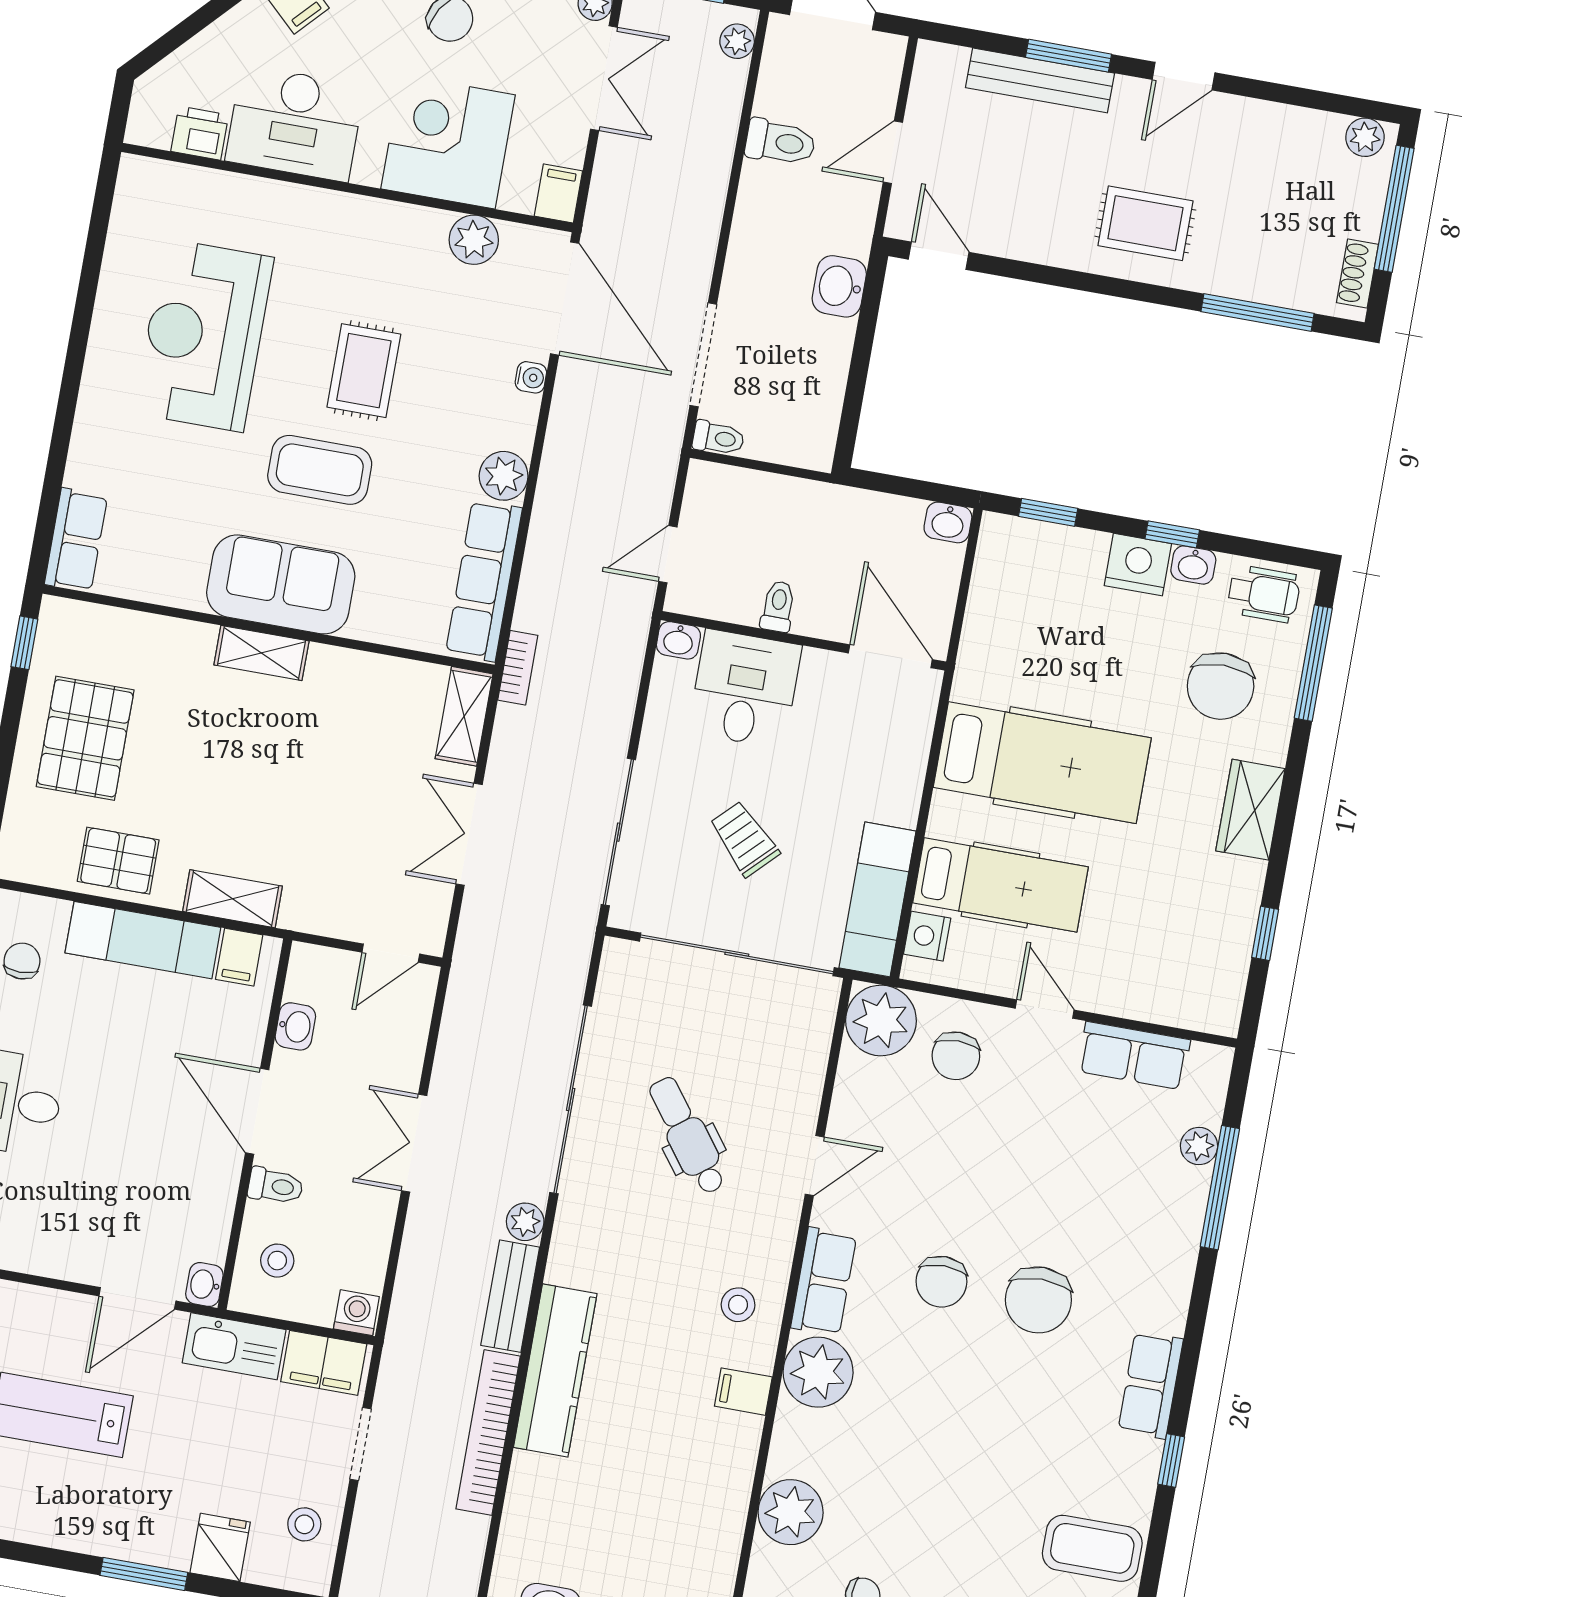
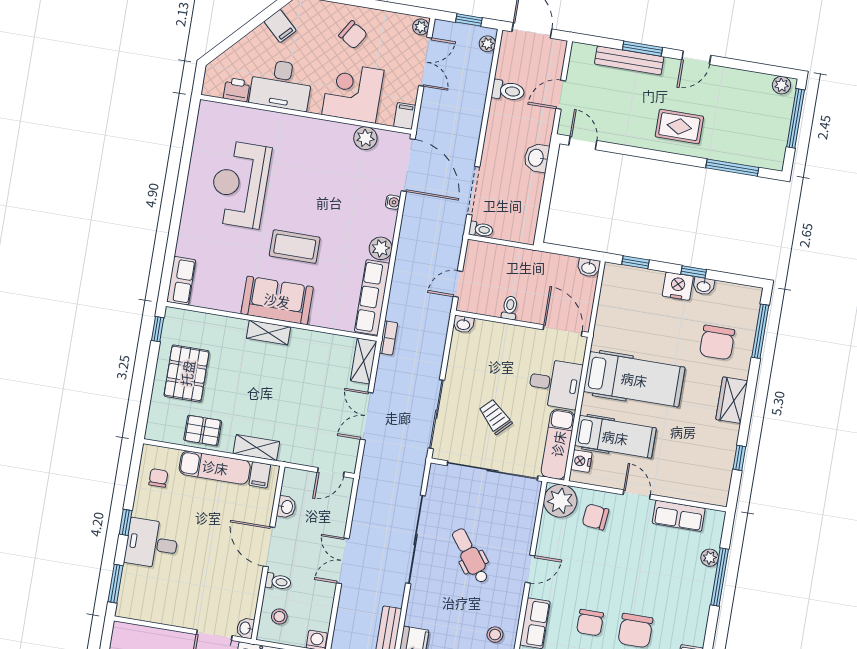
shoe rack: (1357, 273) -> (779, 149), removed
rug: (364, 371) -> (315, 200), removed
wheelchair: (1264, 594) -> (737, 299), removed
desk: (745, 689) -> (555, 384), moved, turned 90
chair: (956, 1056) -> (595, 517), turned 96
plant: (525, 1222) -> (395, 597), removed

